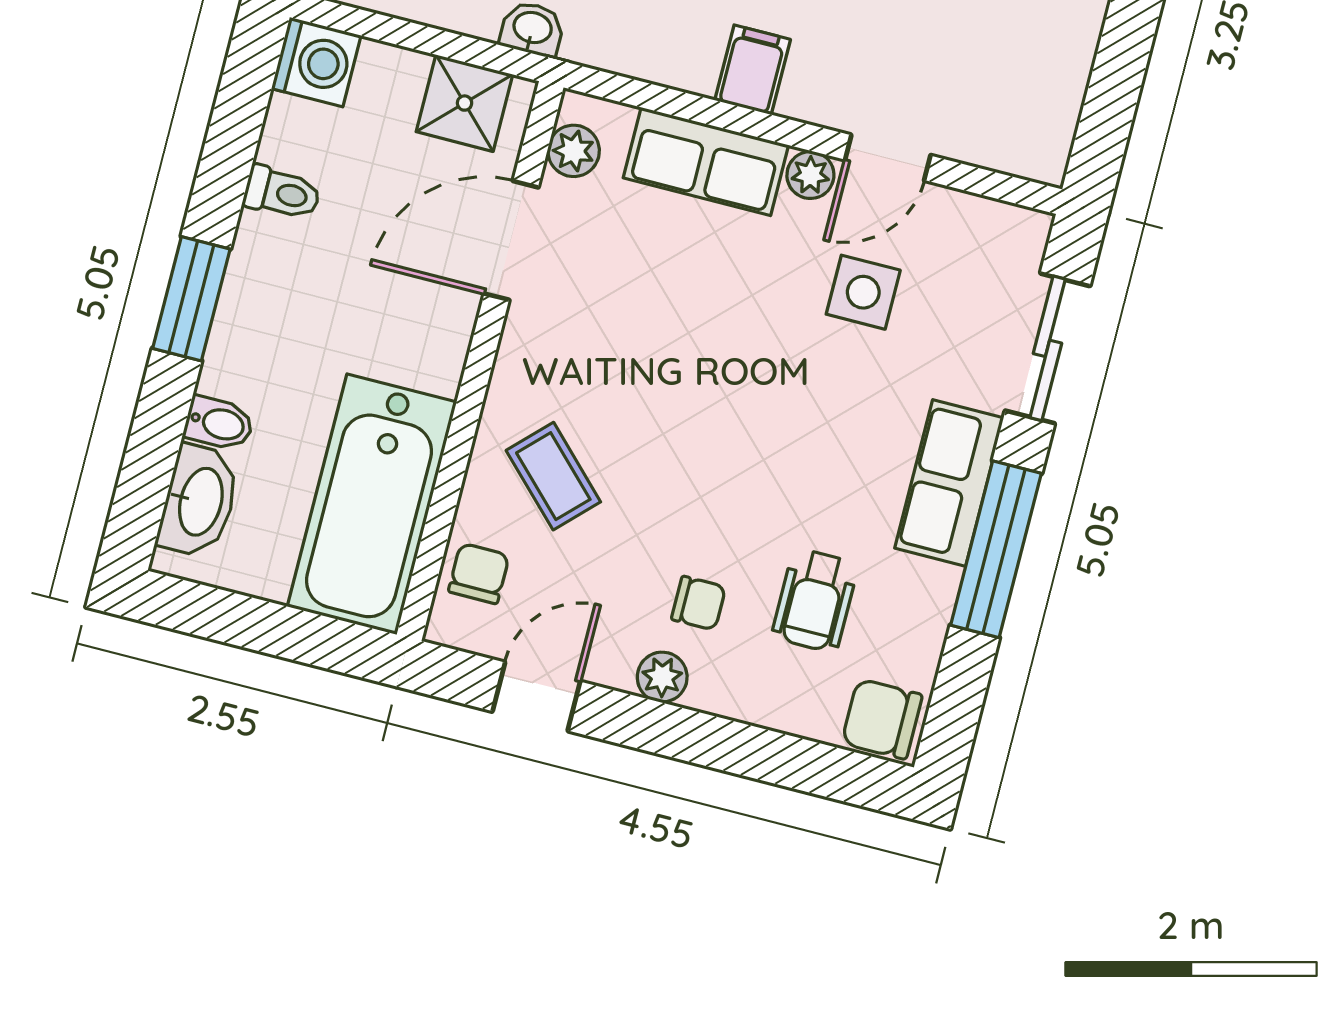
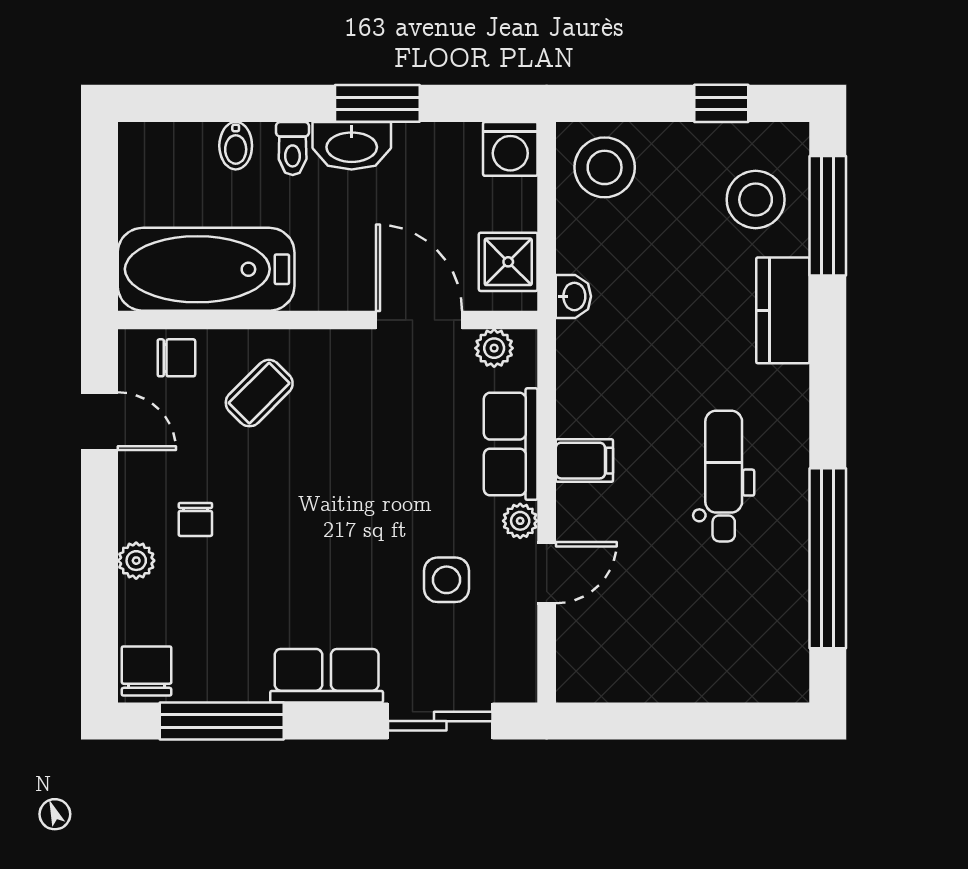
door: (888, 158) -> (547, 573), swing flipped
toilet: (282, 193) -> (293, 148), moved
window: (191, 299) -> (377, 103), moved
washbasin: (199, 501) -> (352, 146), moved
window: (996, 549) -> (222, 721), moved
wheelchair: (815, 600) -> (219, 602), removed
plant: (662, 677) -> (136, 561), moved

